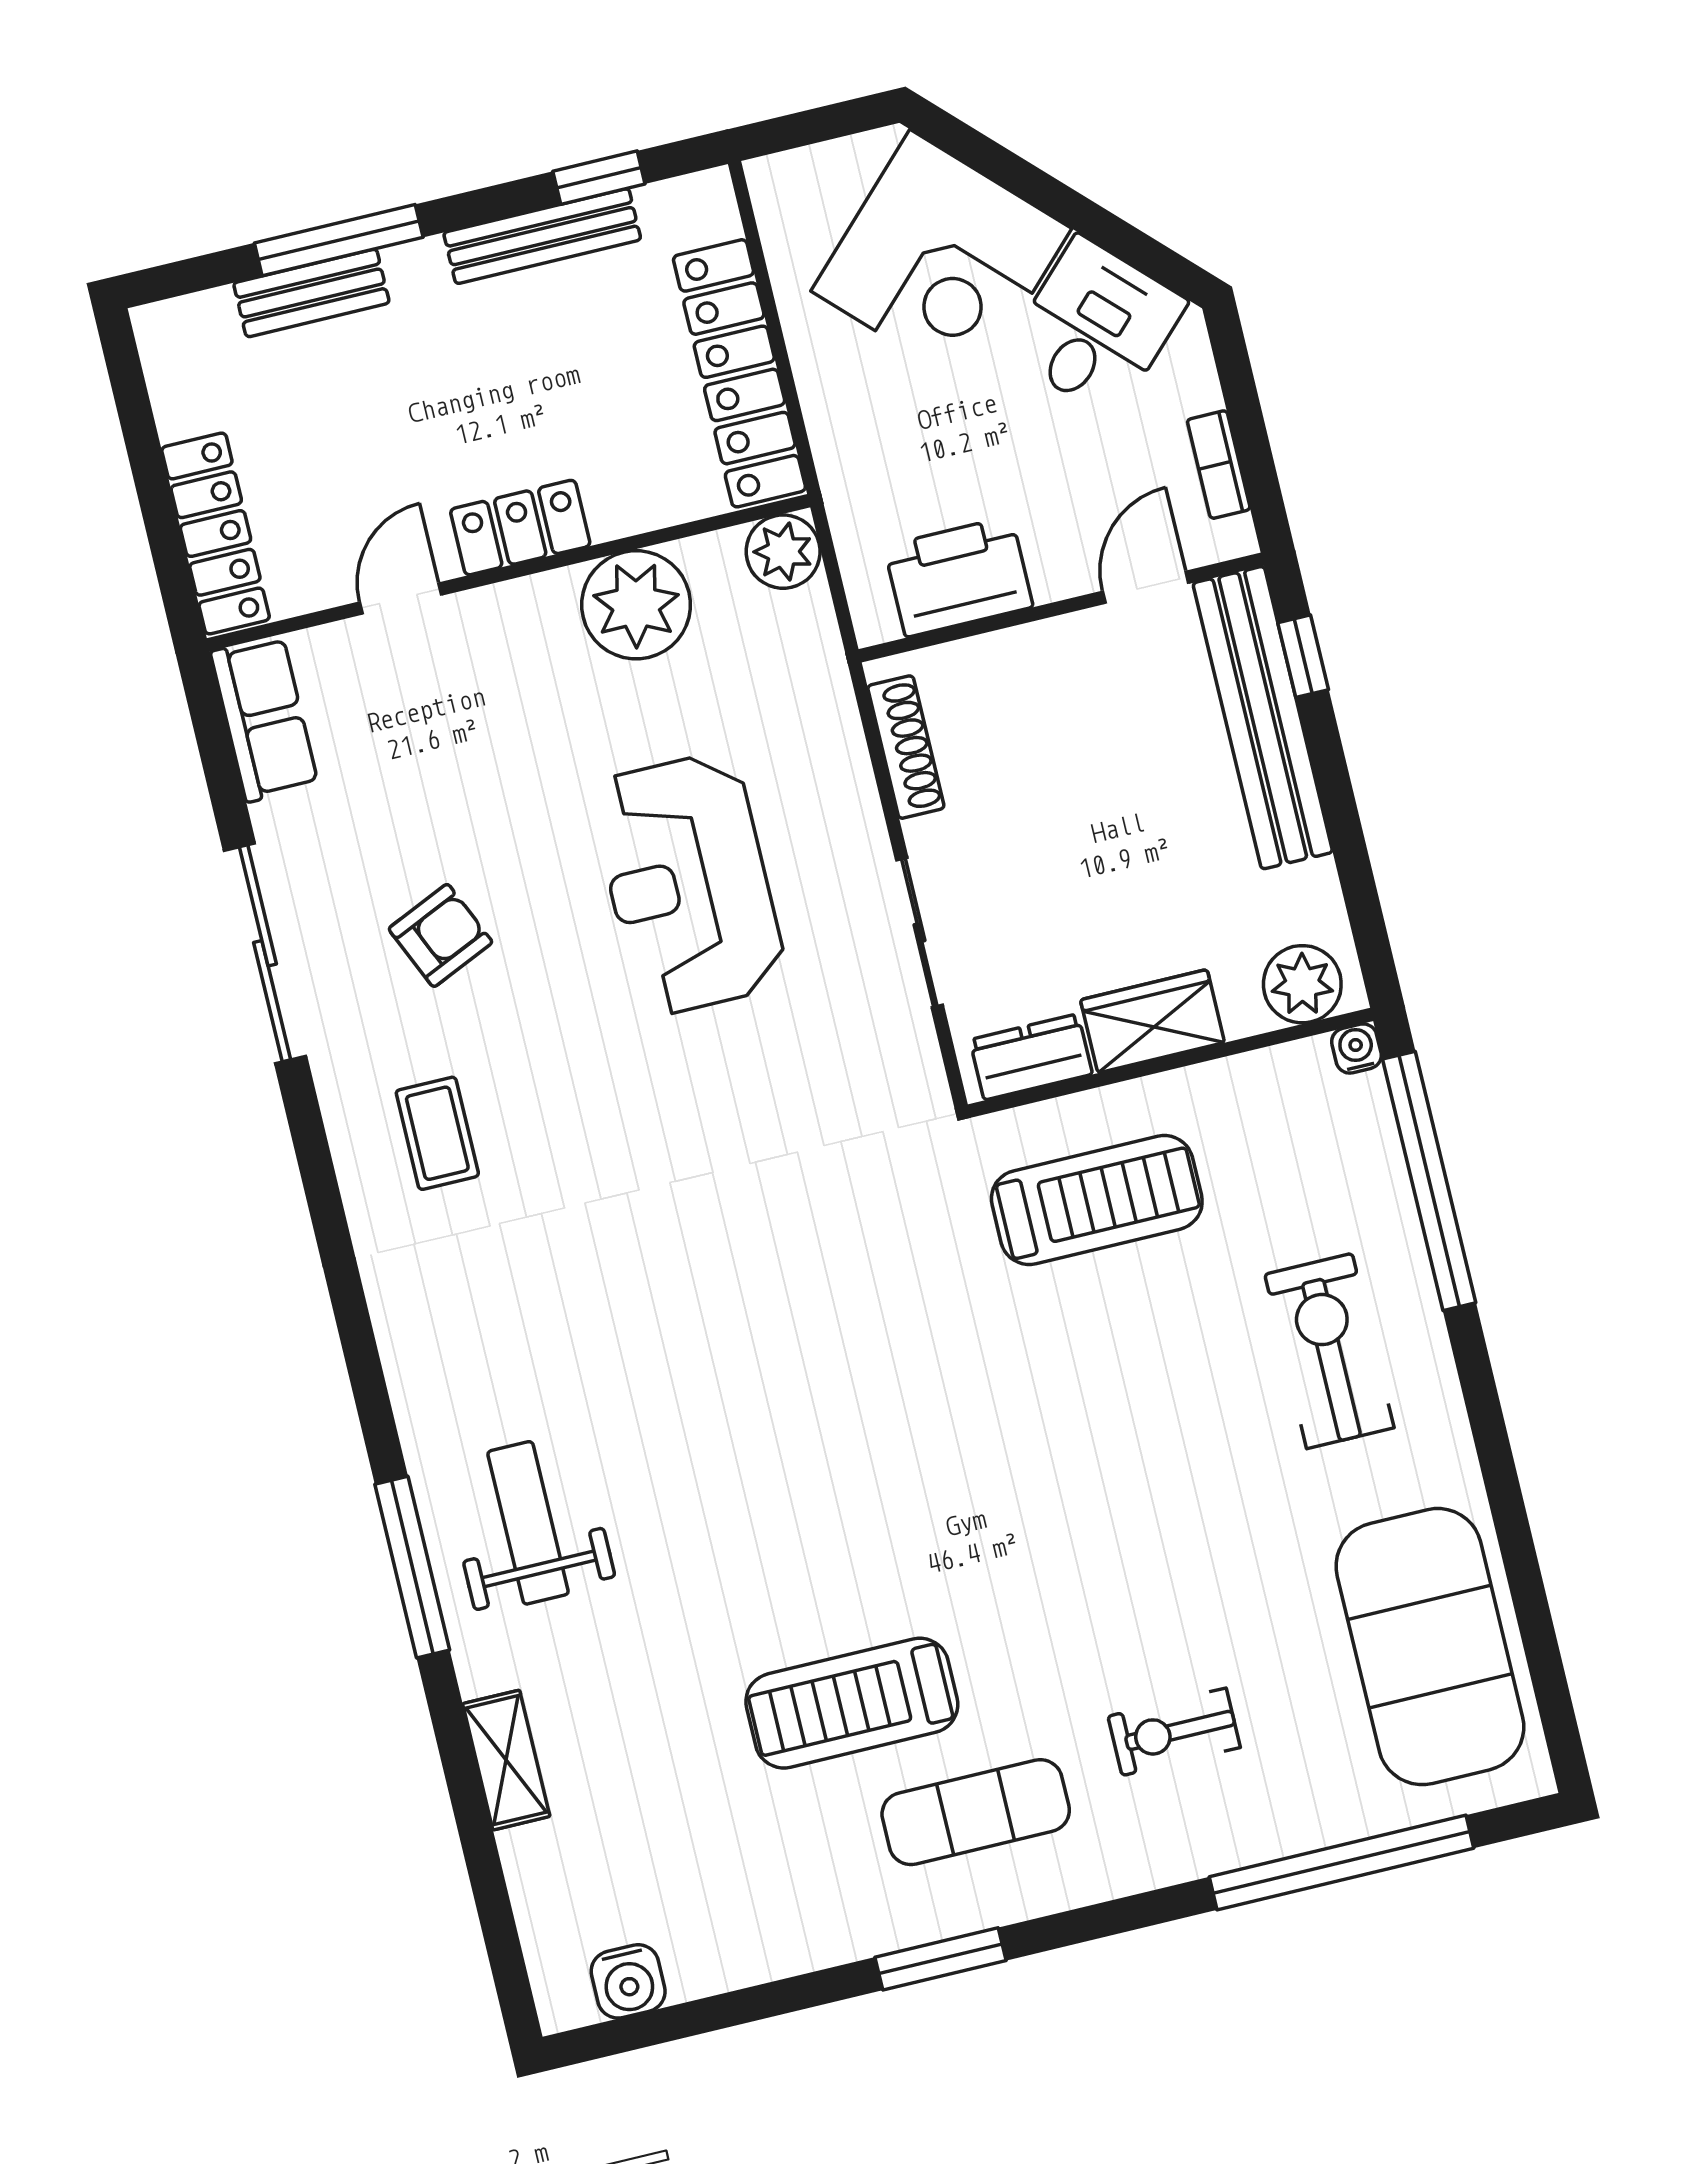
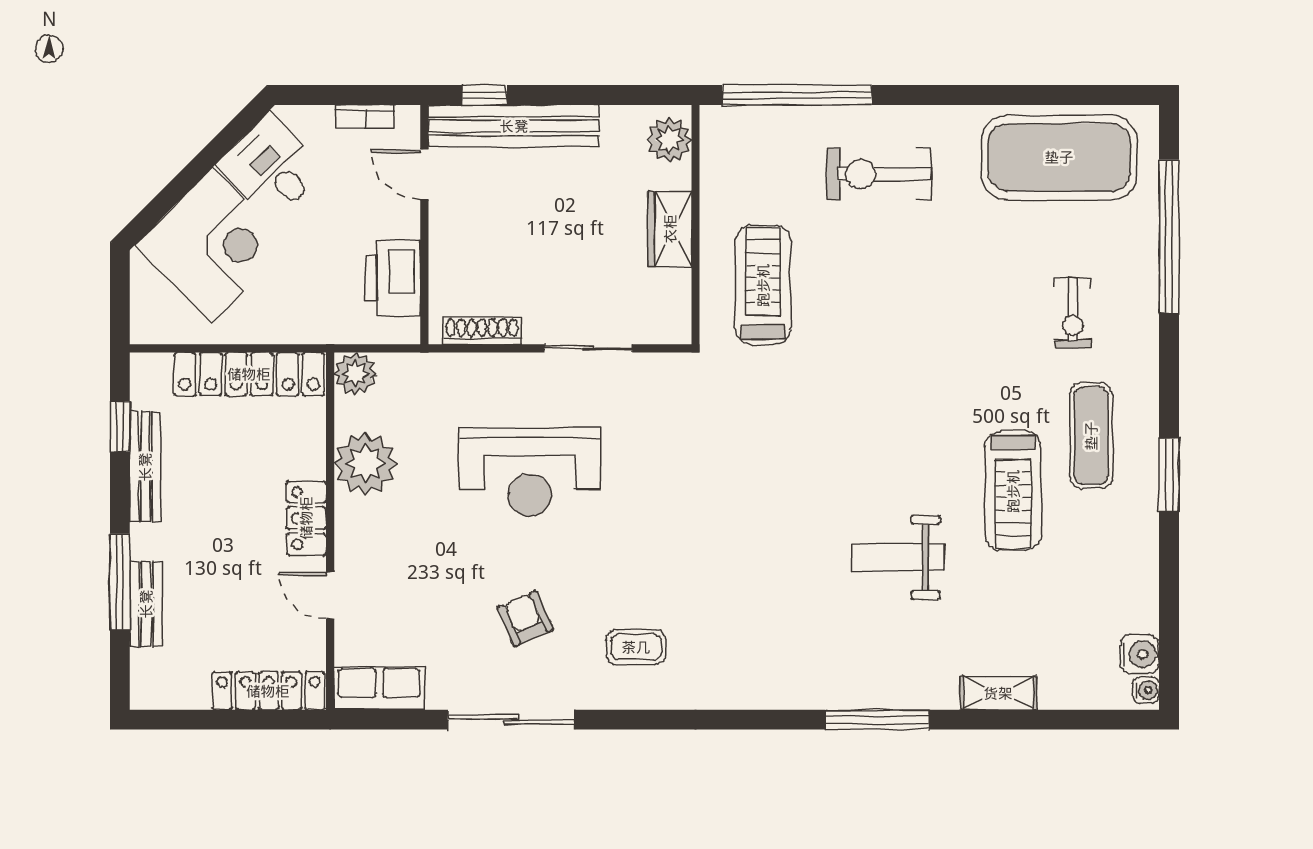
water cooler: (1356, 1049) -> (1146, 690), moved, turned 180
dresser: (1031, 1057) -> (673, 302), removed
weight bench: (528, 1523) -> (898, 557), moved

